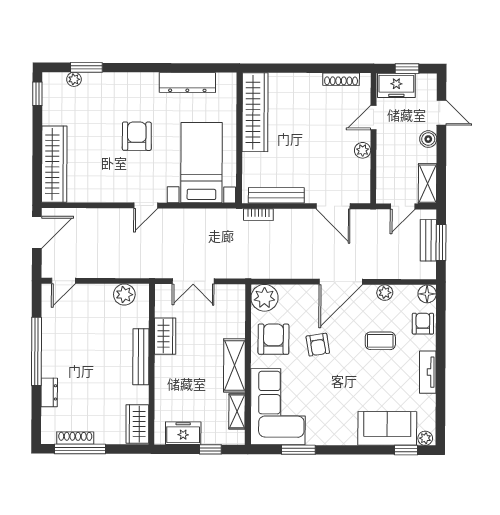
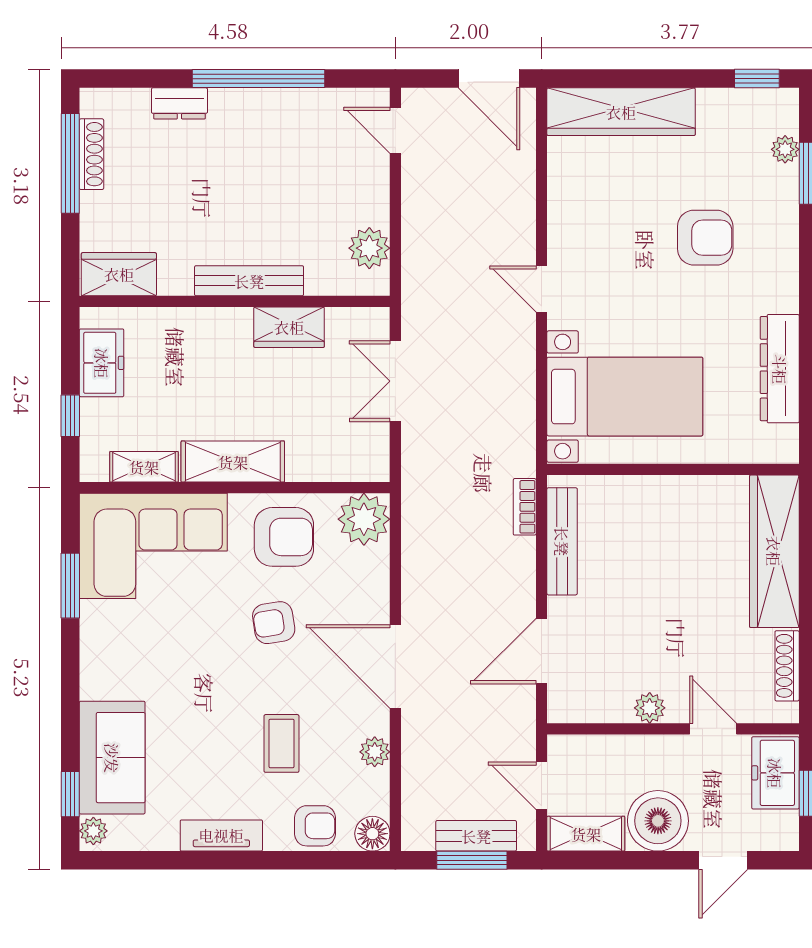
wardrobe: (255, 112) -> (774, 551), moved, turned 90
armchair: (137, 136) -> (705, 238), moved
boiler: (428, 139) -> (658, 821), width x1.86, depth x1.86

